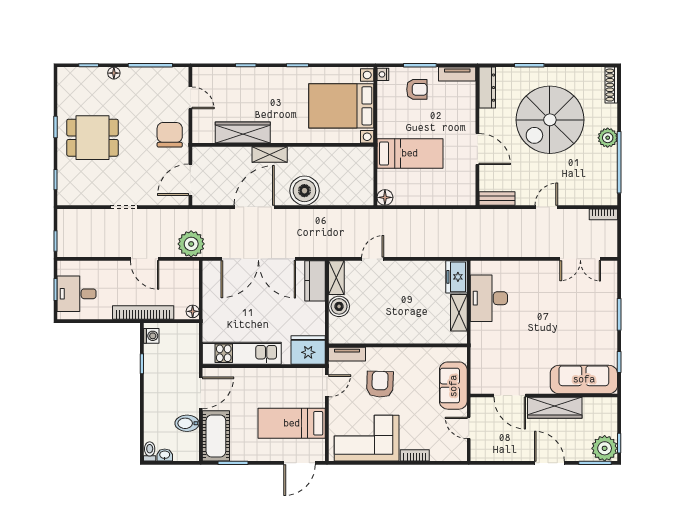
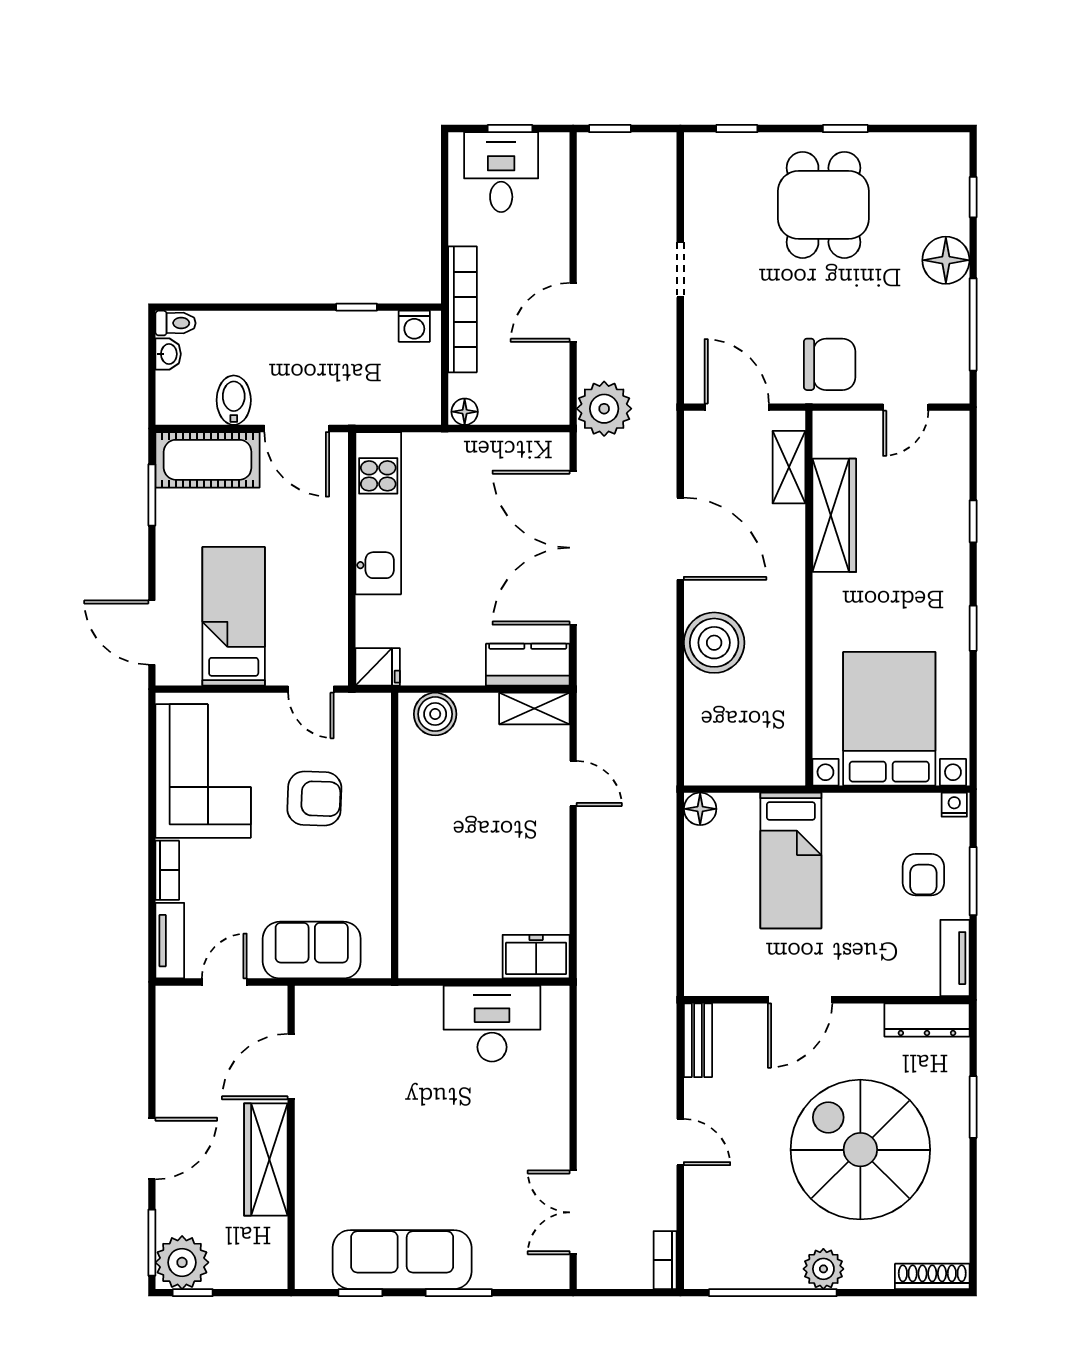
floor lamp: (114, 73) -> (946, 260), width x1.89, depth x1.89
shelving: (270, 154) -> (789, 467), moved
boiler: (339, 306) -> (435, 714), moved
shelving: (459, 313) -> (462, 961), removed
fridge: (308, 350) -> (378, 667), width x0.53, depth x0.75
tv unit: (347, 354) -> (170, 941), moved, turned 180
sofa: (584, 379) -> (402, 1260), moved, turned -90

